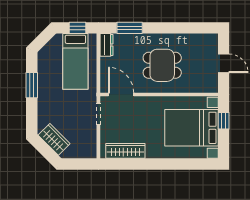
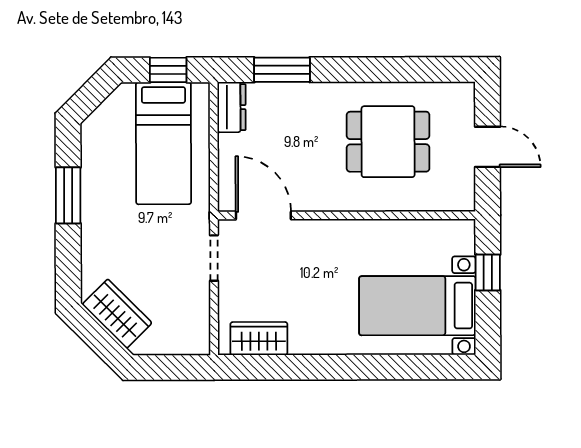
dining table: (162, 65) -> (388, 142), moved
bed with nightstands: (191, 128) -> (417, 306), width x0.73
wardrobe: (125, 151) -> (259, 339), width x0.67

